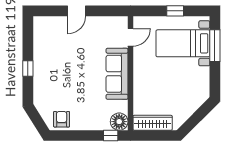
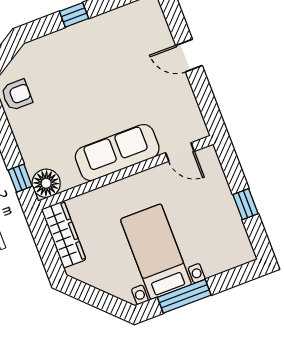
bed with nightstands: (183, 43) -> (156, 252), moved
window: (215, 46) -> (184, 296), moved

